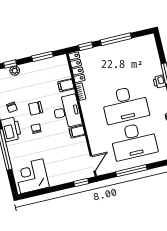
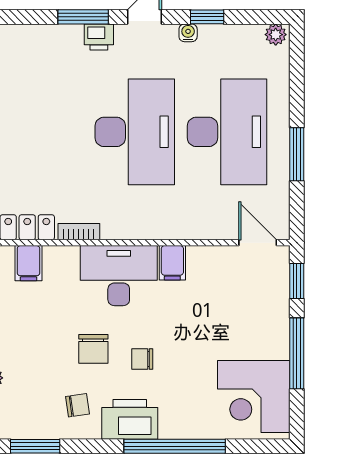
filing cabinet: (66, 85) -> (29, 263), moved
window: (131, 171) -> (297, 154), width x0.69
window: (53, 189) -> (297, 353), added

